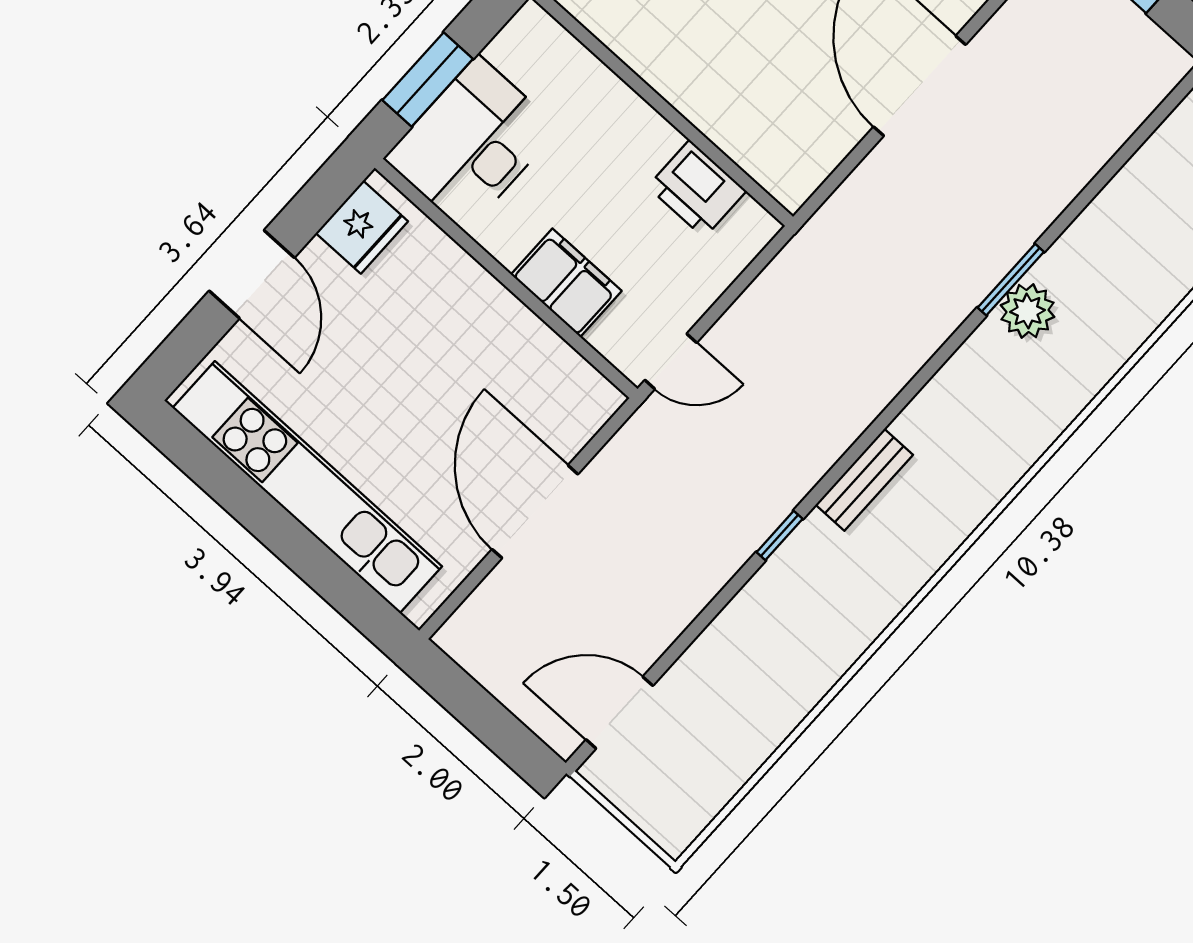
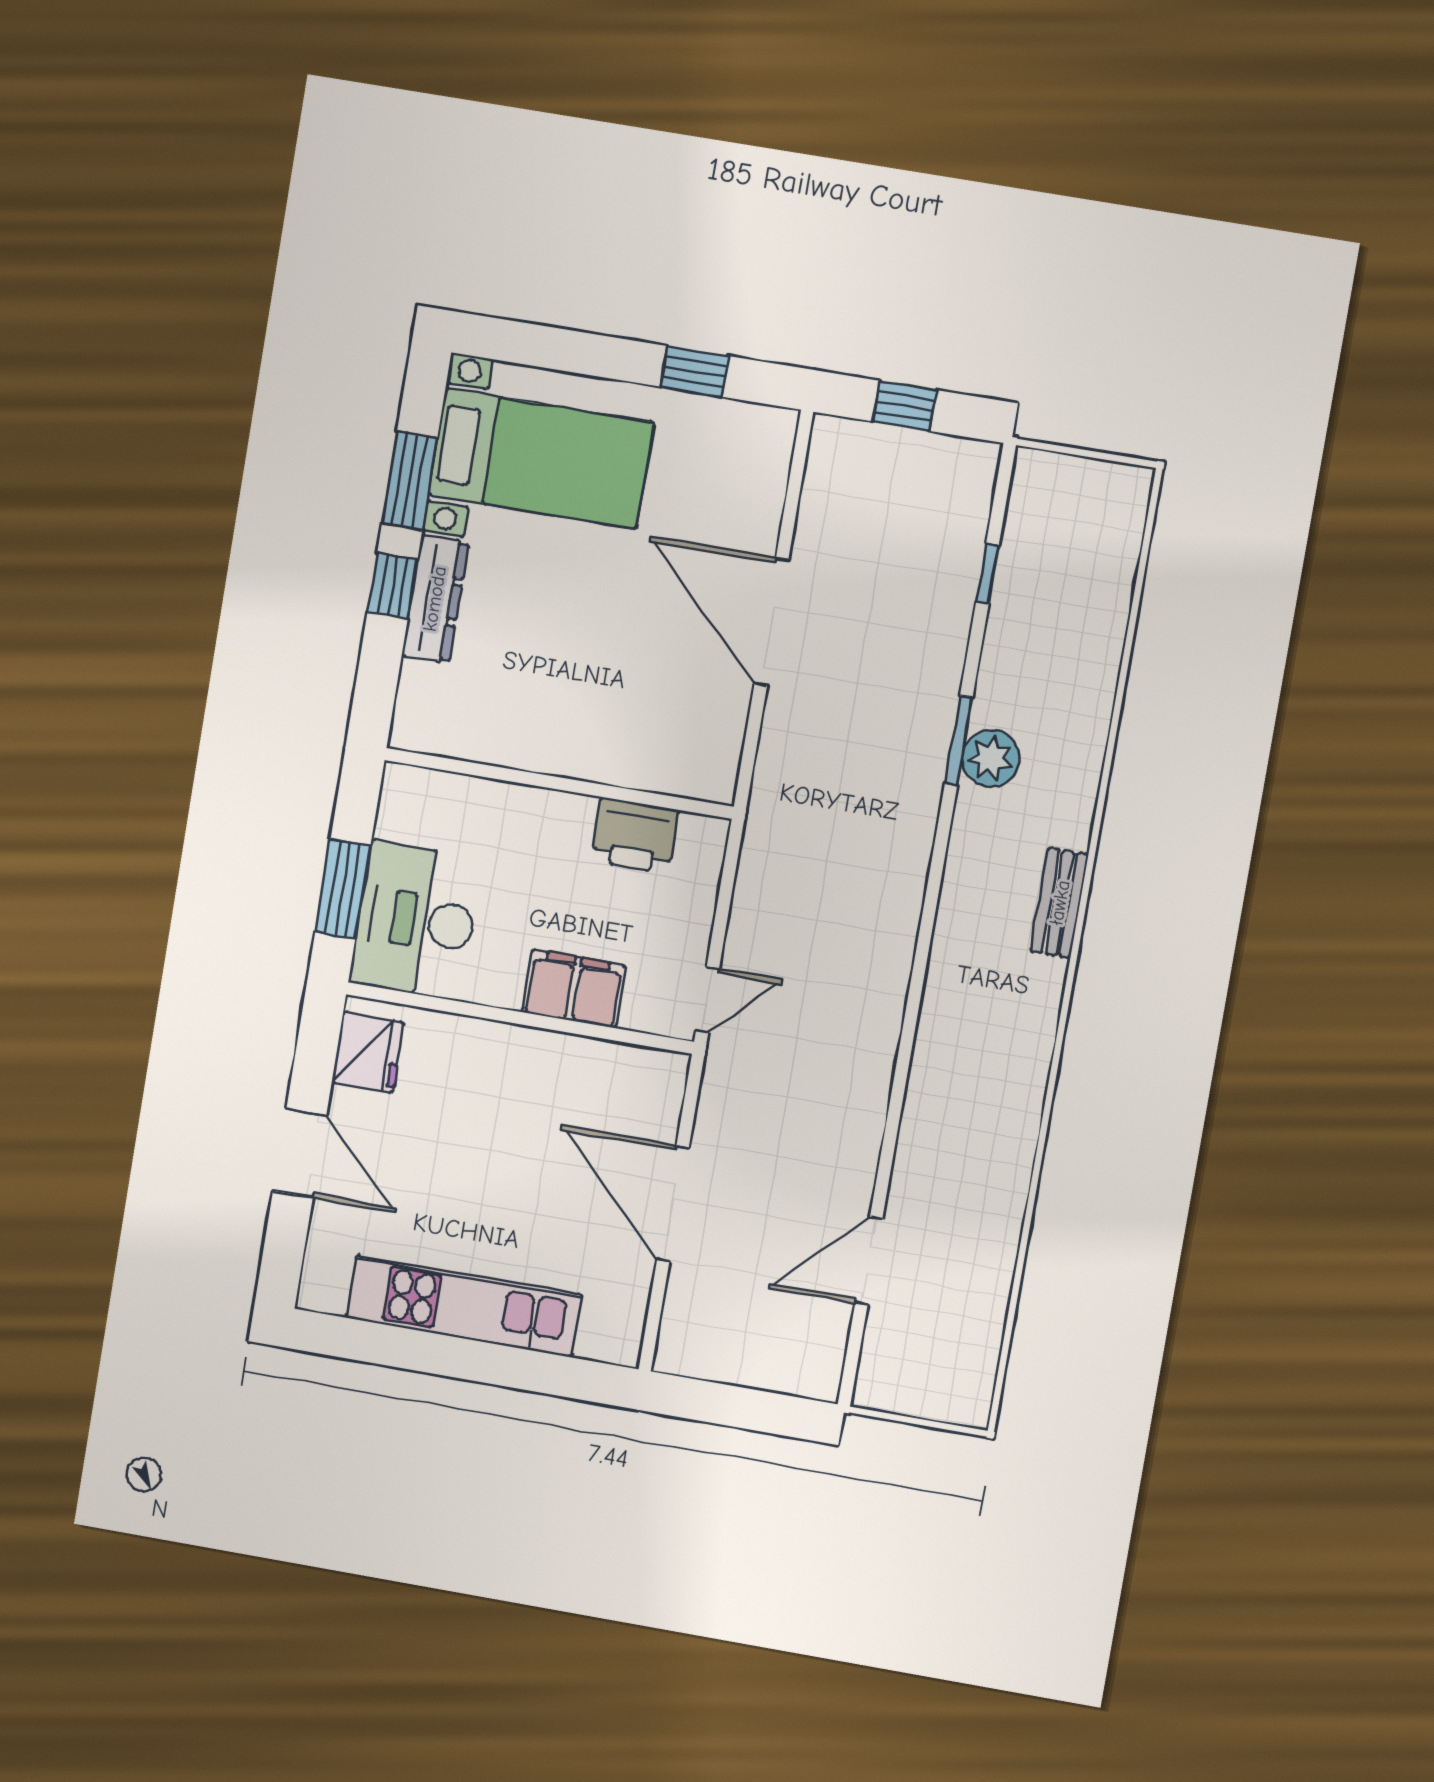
bench: (864, 480) -> (1060, 903), moved
kitchen unit: (307, 487) -> (464, 1306), width x0.73
window: (780, 535) -> (987, 574), moved
door: (619, 713) -> (869, 1261), moved

